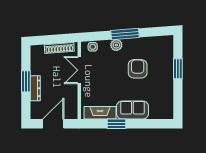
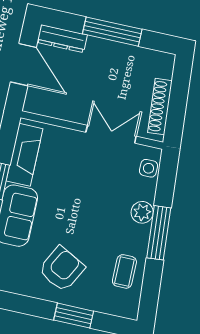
coffee table: (149, 47) -> (124, 271), added
armchair: (138, 69) -> (62, 269), moved, turned -62
window: (26, 81) -> (112, 32), width x1.44
dresser: (35, 88) -> (62, 39), moved

